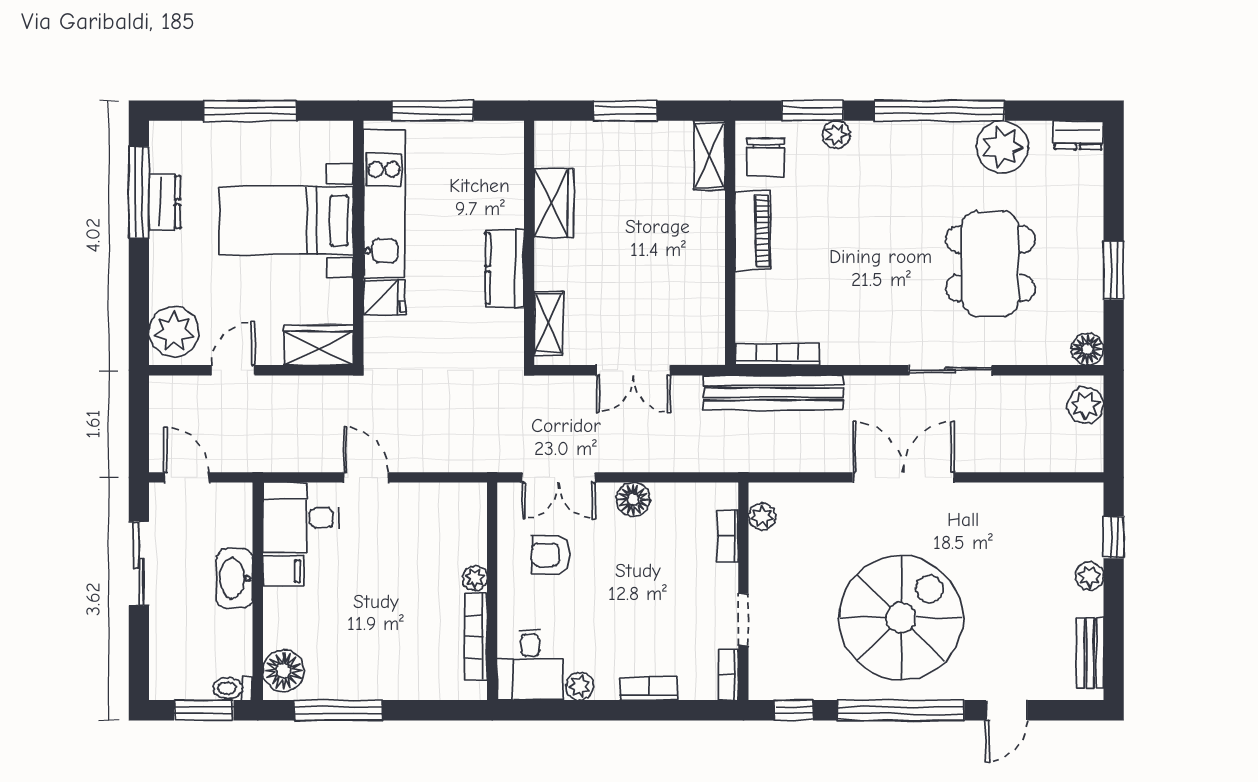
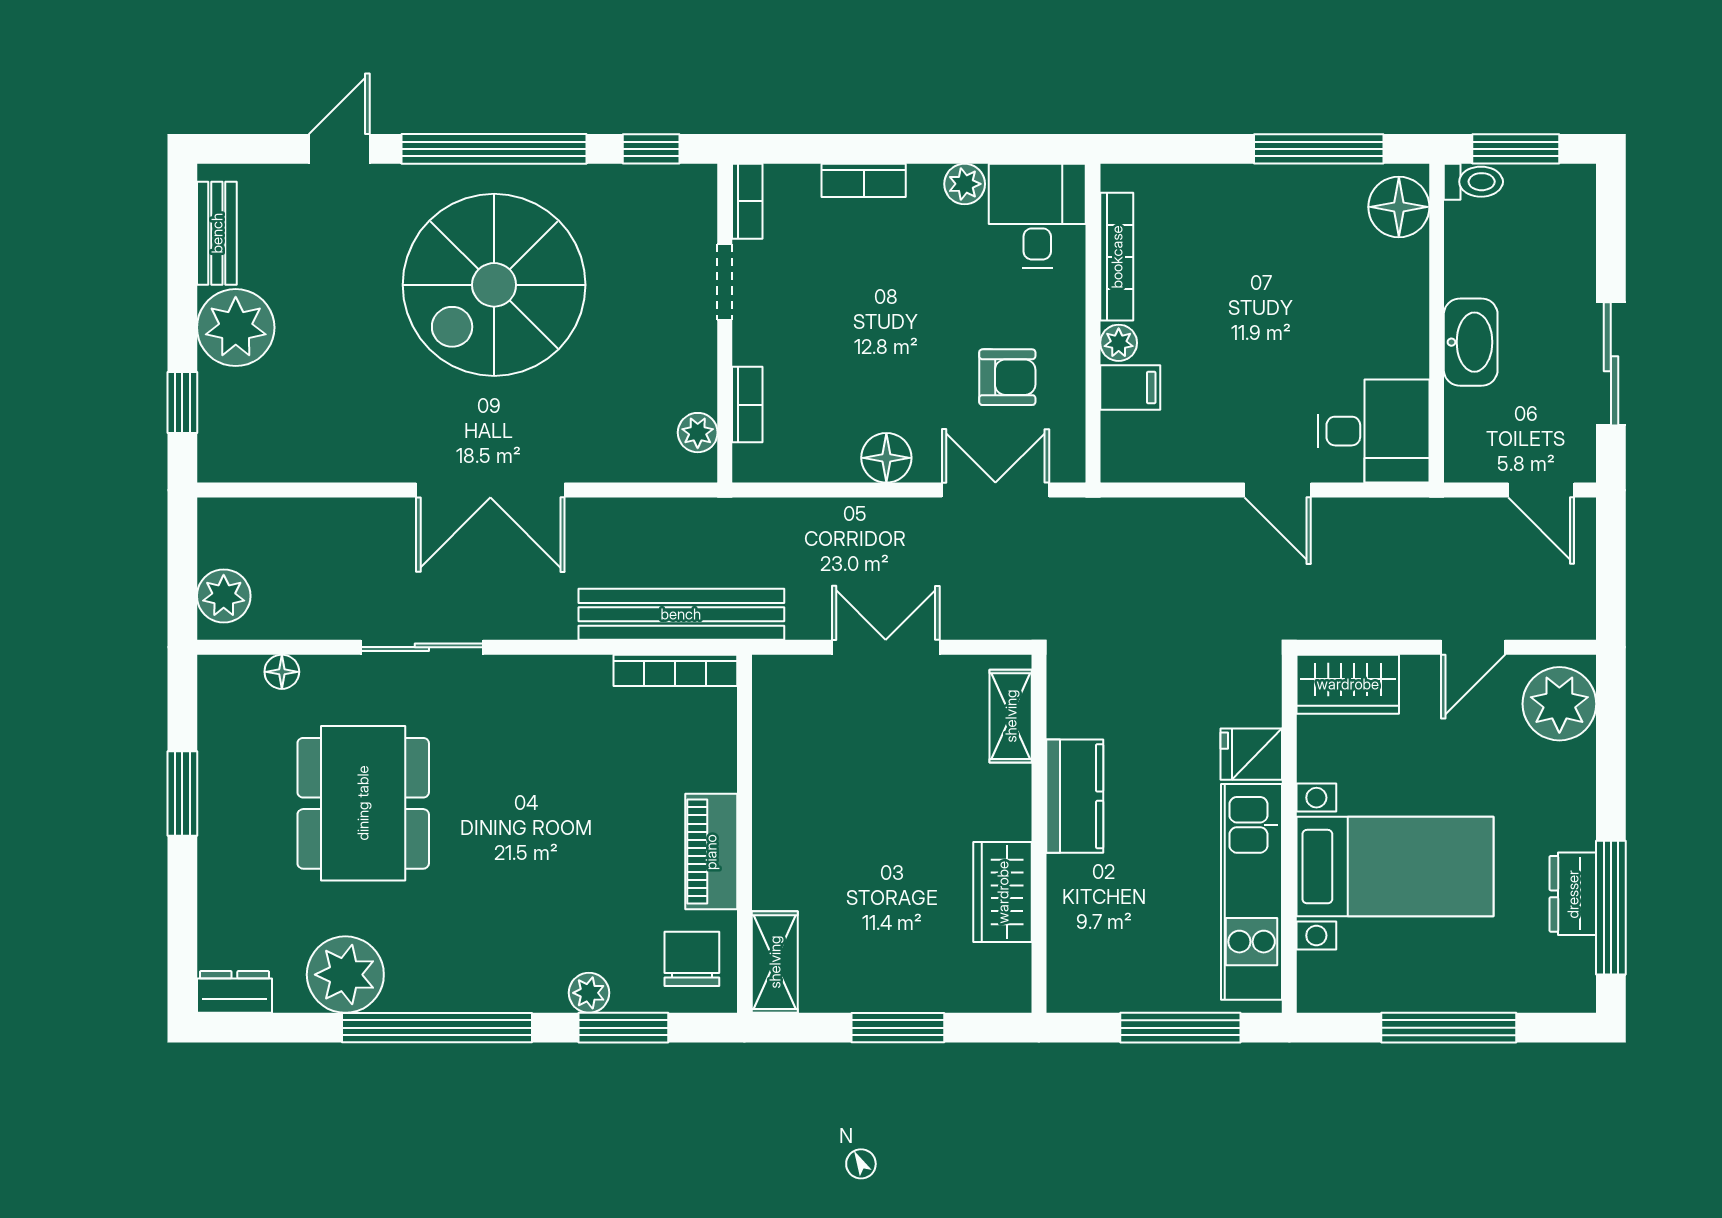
floor lamp: (1087, 349) -> (282, 672), moved, width x0.73, depth x0.73
filing cabinet: (283, 571) -> (1130, 388), moved, turned 180
plant: (1089, 576) -> (236, 328), width x1.88, depth x1.88

